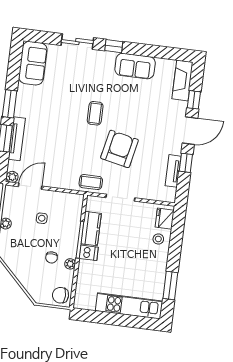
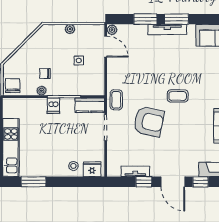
tv unit: (17, 139) -> (167, 29), moved
kitchen counter: (91, 229) -> (90, 105), moved

